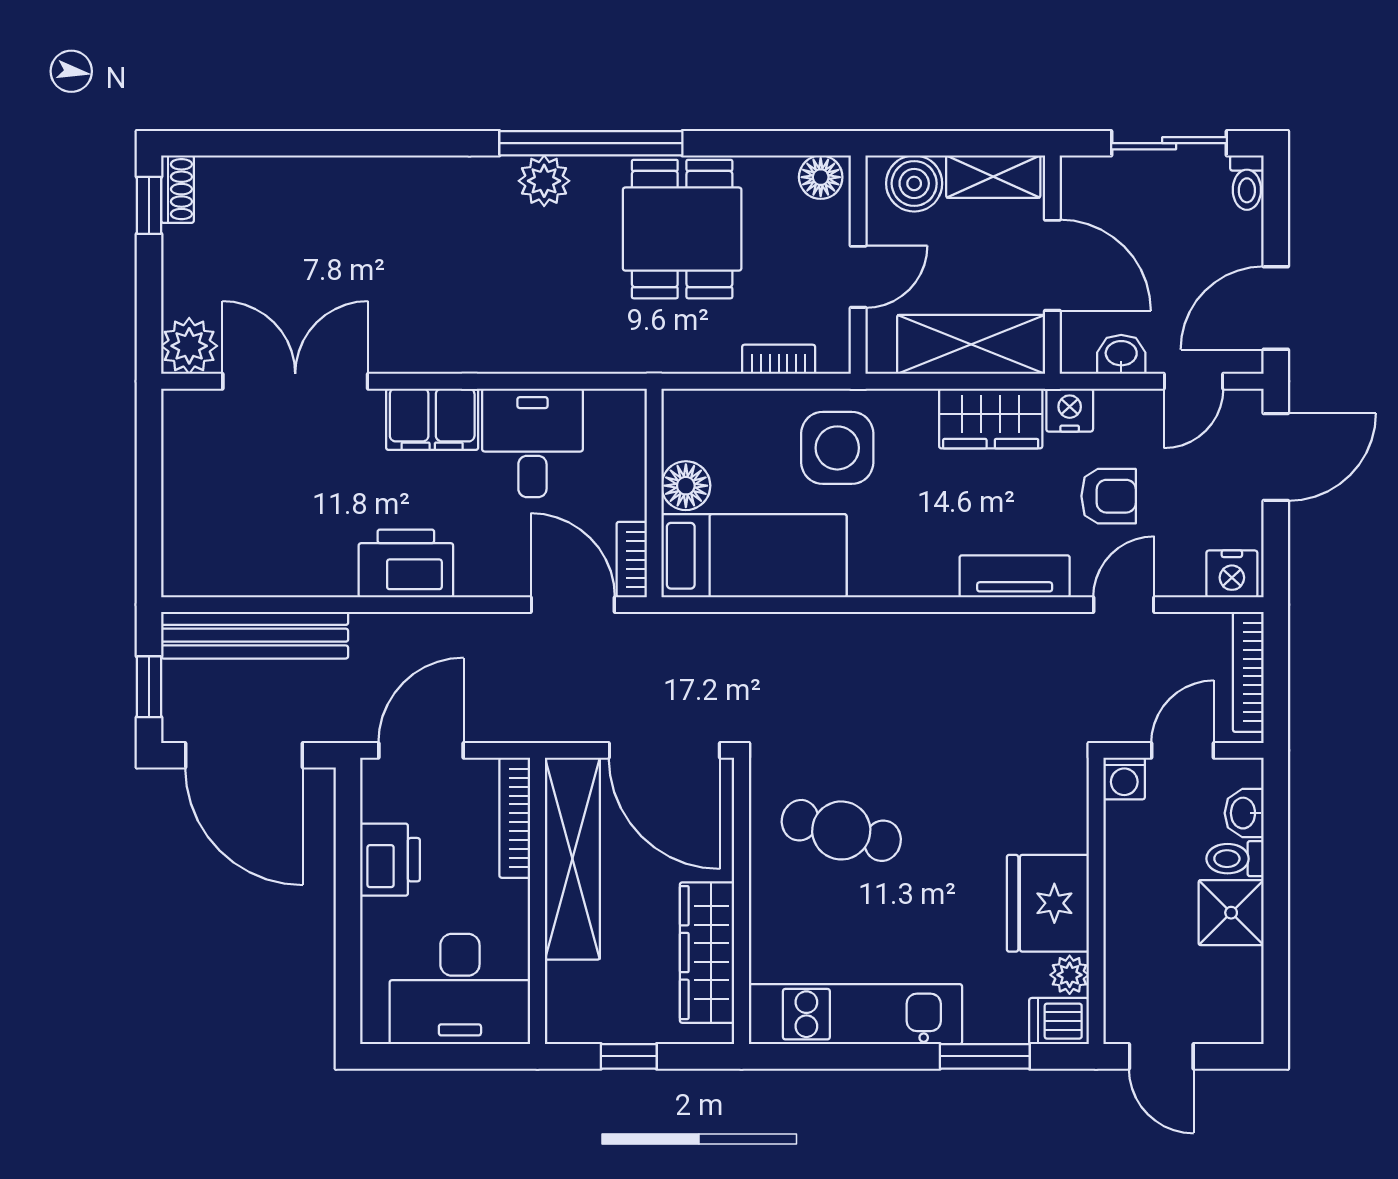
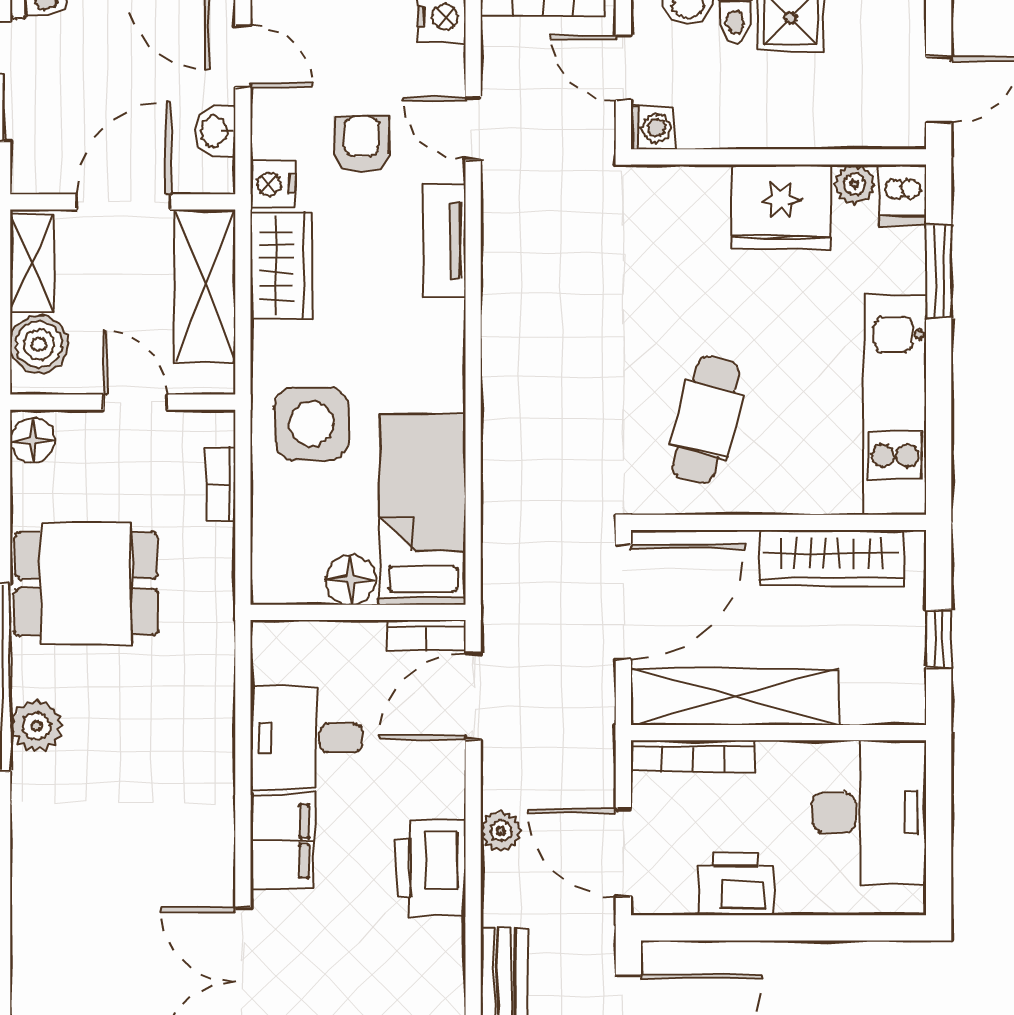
plant: (442, 631) -> (501, 831), added

